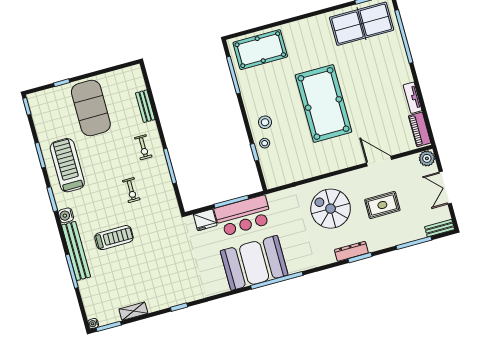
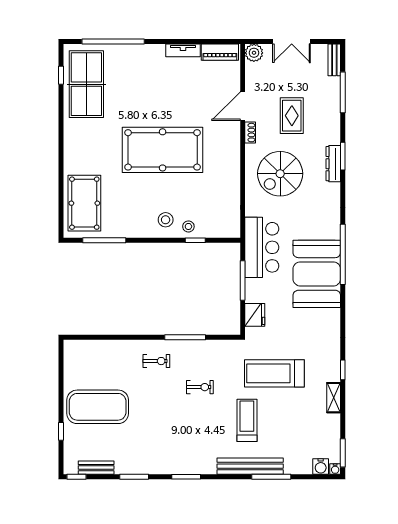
bench: (145, 106) -> (96, 468), moved
treadmill: (67, 165) -> (274, 373), moved
shoe rack: (358, 174) -> (250, 133), added
water cooler: (66, 215) -> (321, 467), moved
bar counter: (243, 216) -> (262, 247), moved
shelving: (133, 311) -> (334, 398), moved

